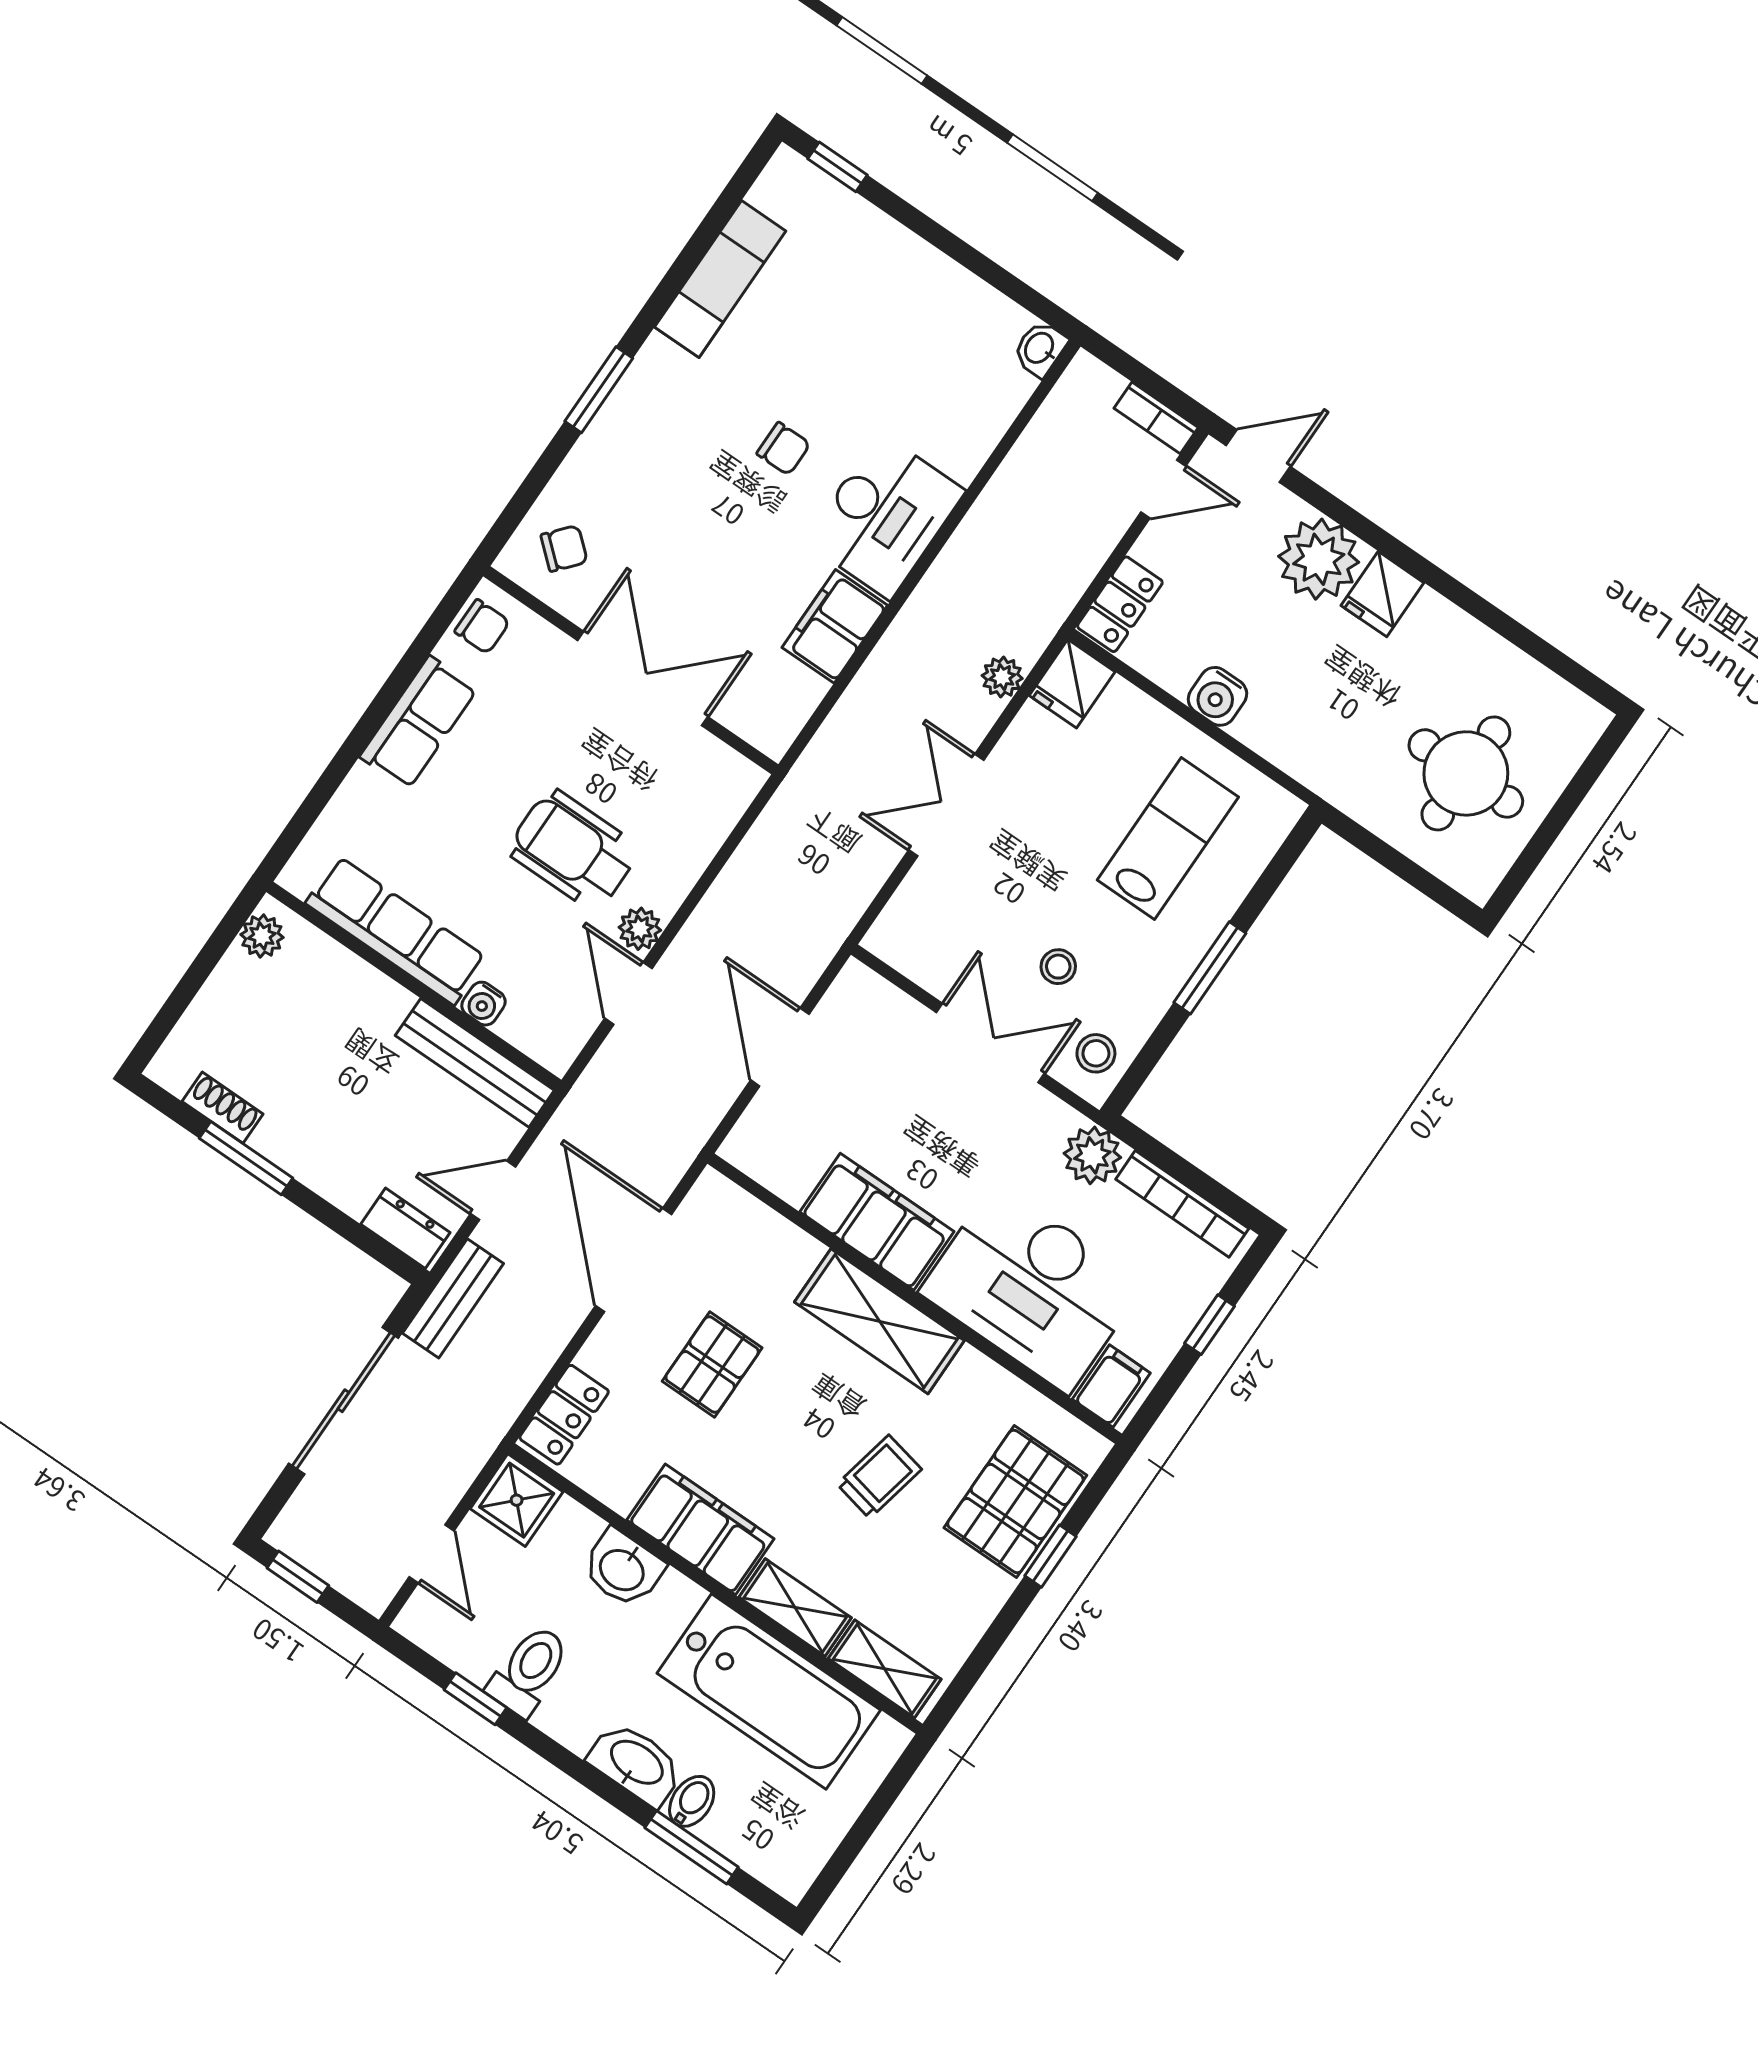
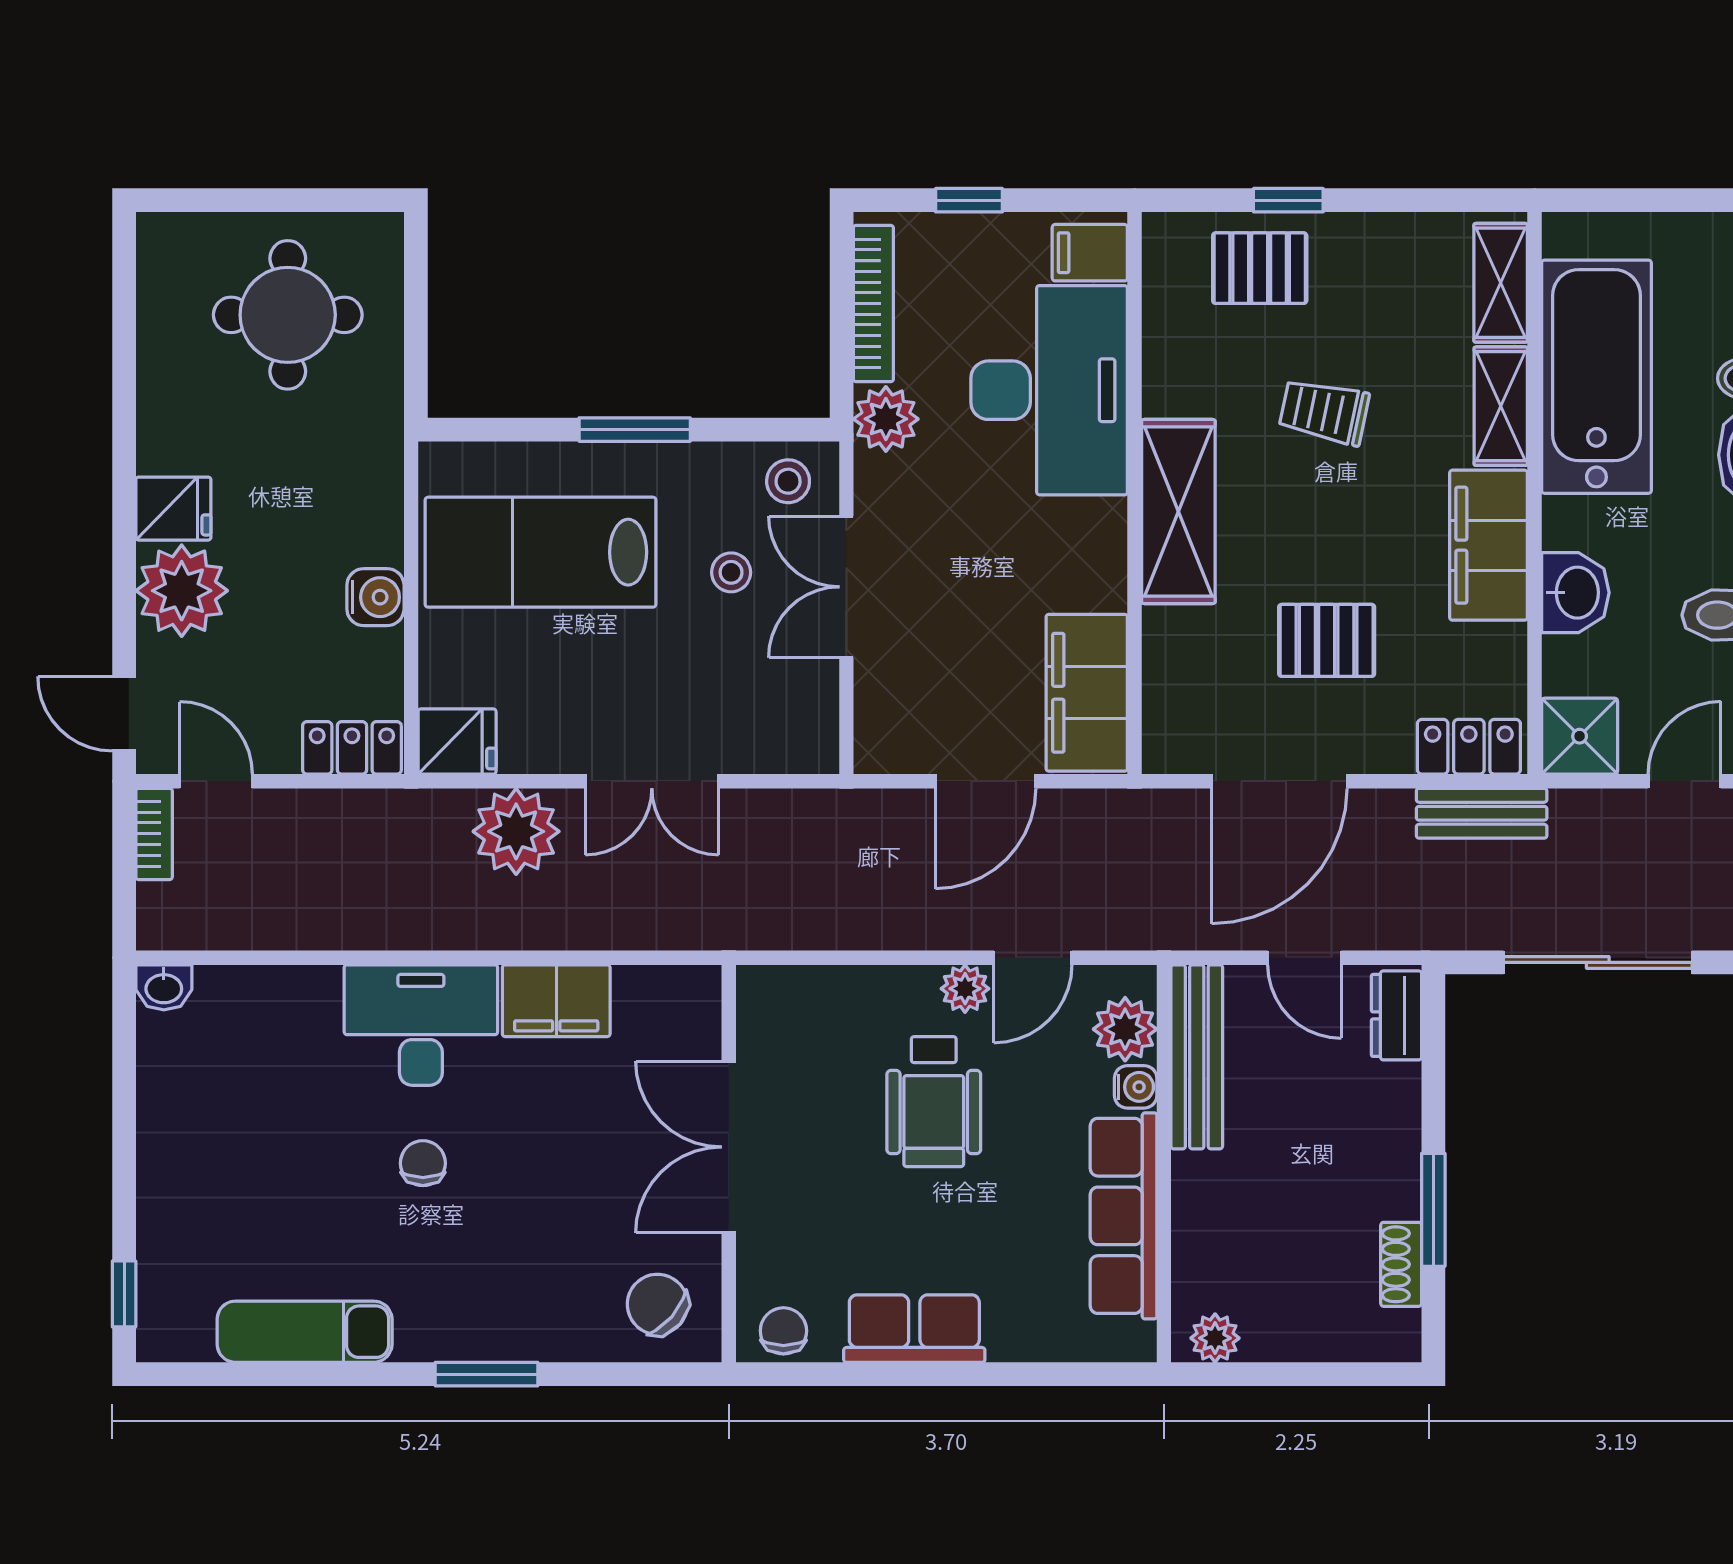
chair: (564, 548) -> (657, 1304), width x1.37, depth x1.37
plant: (1002, 677) -> (516, 831), width x1.88, depth x1.88
lab bench: (1168, 839) -> (541, 552), width x1.36, depth x1.39
plant: (531, 1025) -> (1125, 1029), added
filing cabinet: (877, 1222) -> (1087, 693), moved
bench: (453, 1298) -> (1482, 813), moved
pallet: (1015, 1502) -> (1260, 268), width x0.67, depth x0.71

